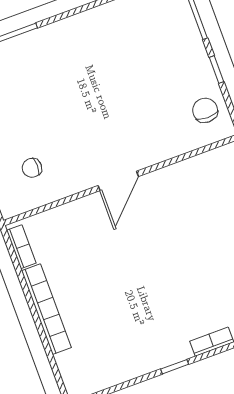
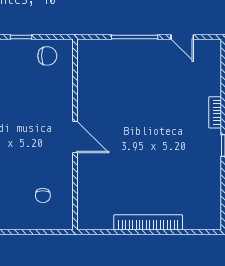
chair: (205, 110) -> (47, 56), turned 180
bookcase: (21, 247) -> (97, 224), removed

